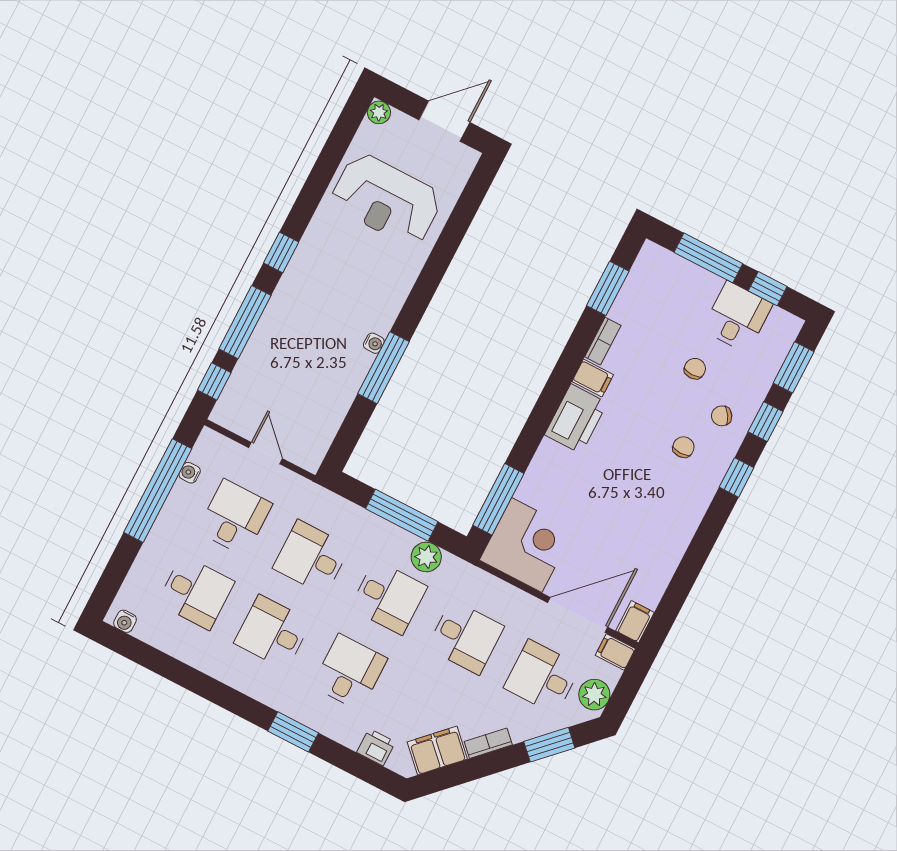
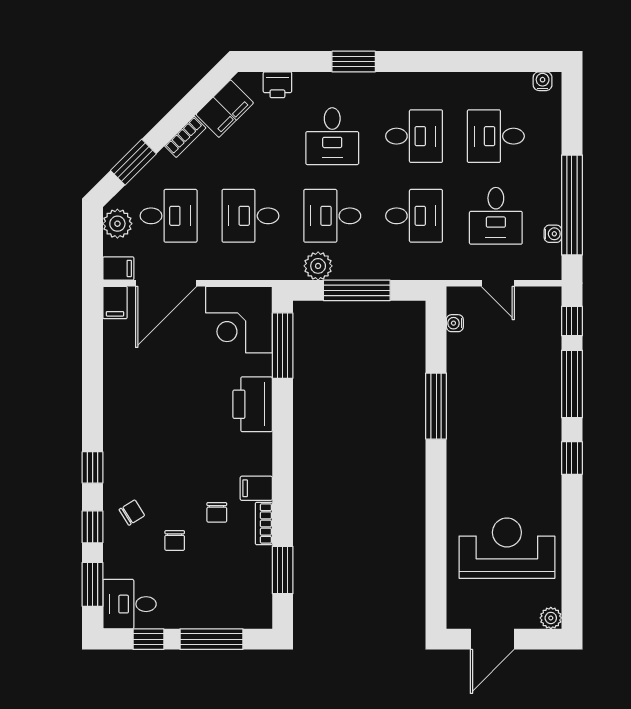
desk: (737, 317) -> (129, 604), moved, turned 90
water cooler: (374, 343) -> (455, 323), moved
printer: (576, 419) -> (253, 404), moved
chair: (683, 447) -> (217, 512), moved

